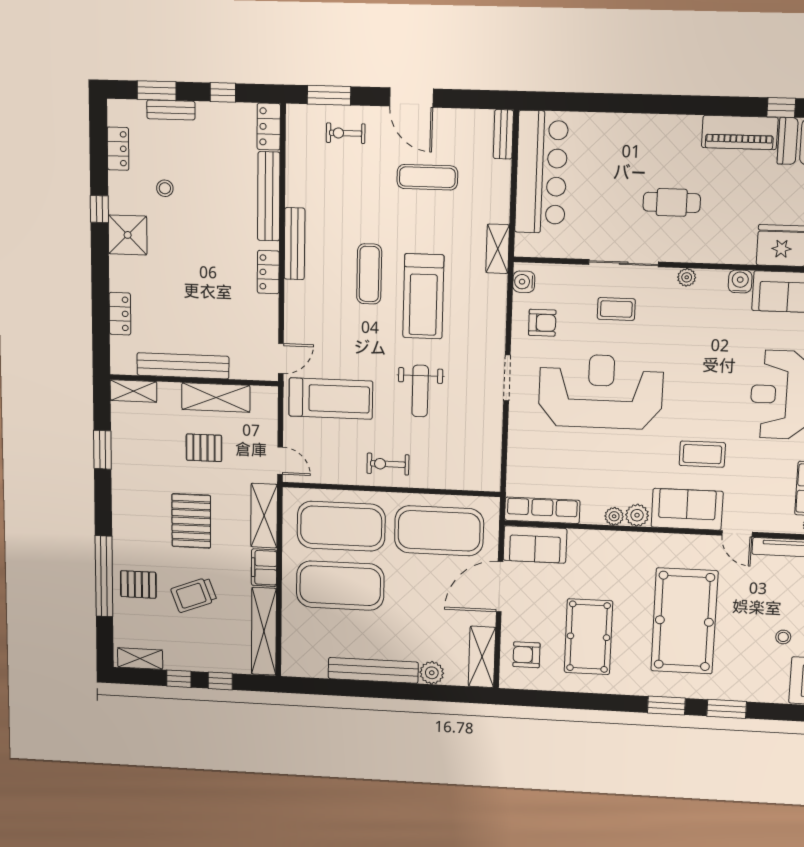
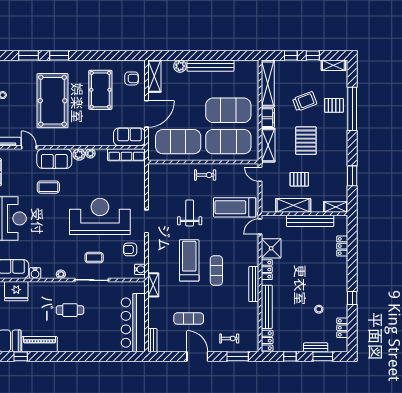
shower: (128, 235) -> (271, 248), moved
reception desk: (601, 392) -> (100, 216), turned 180

